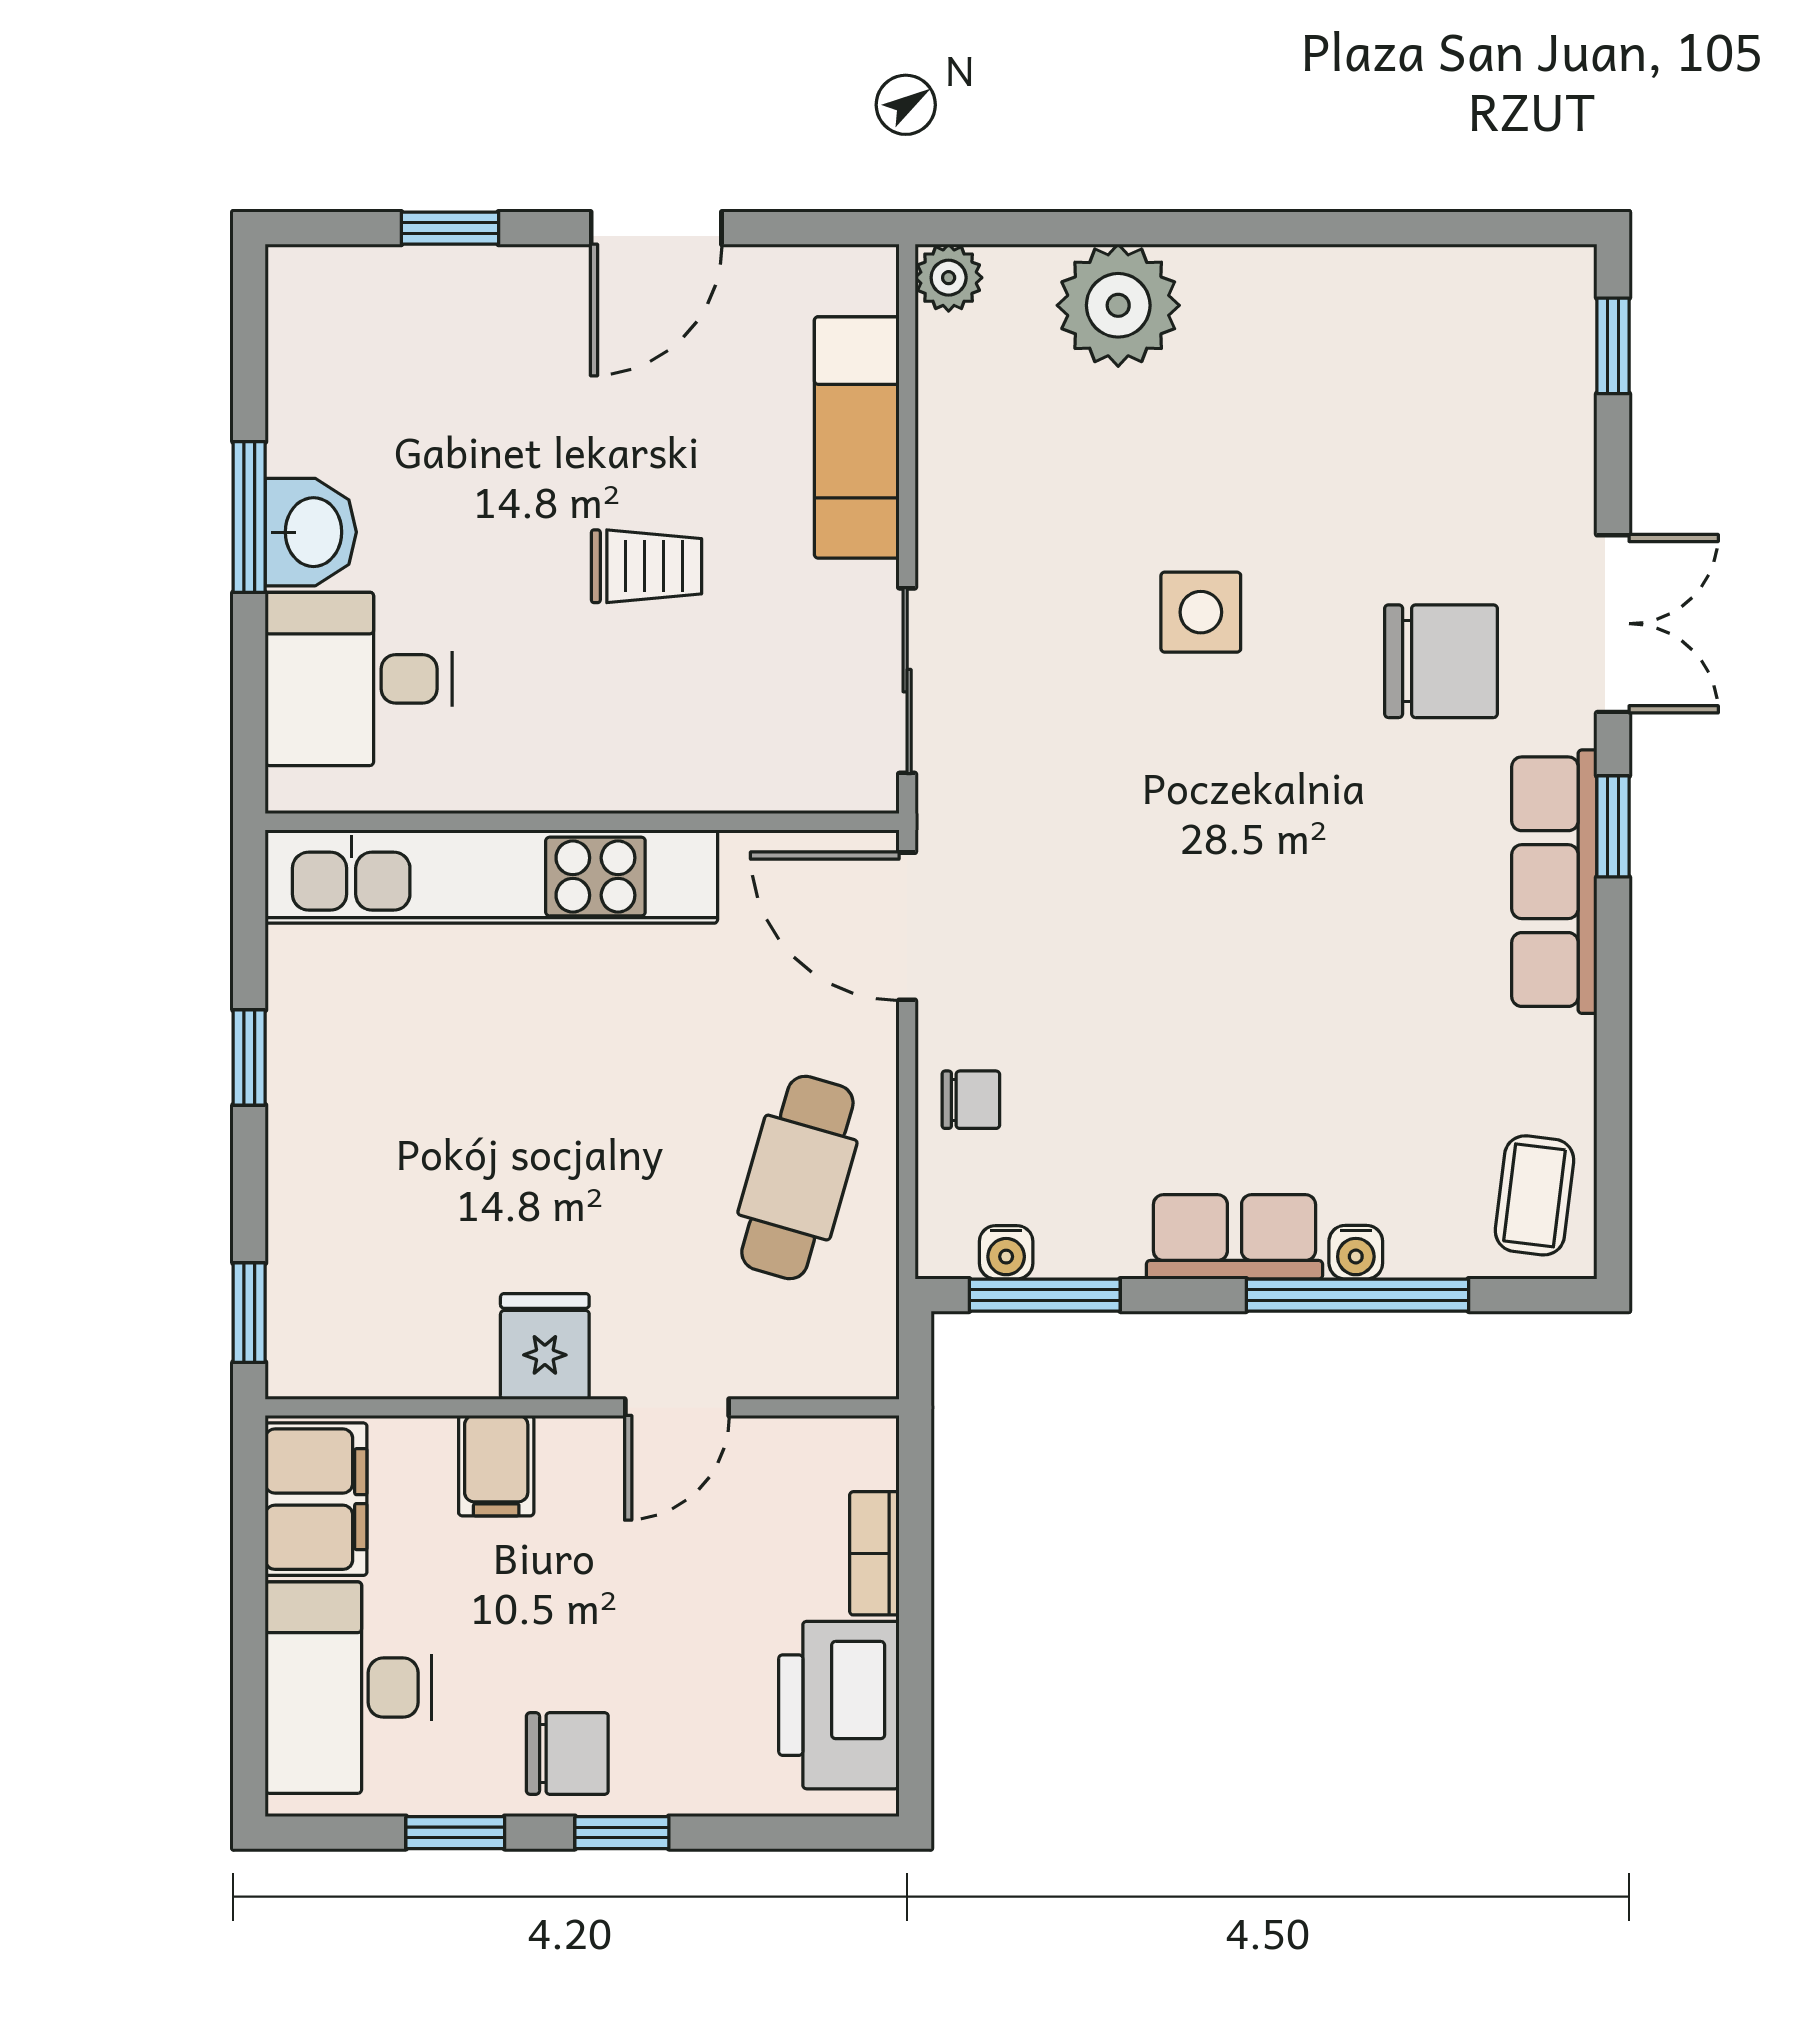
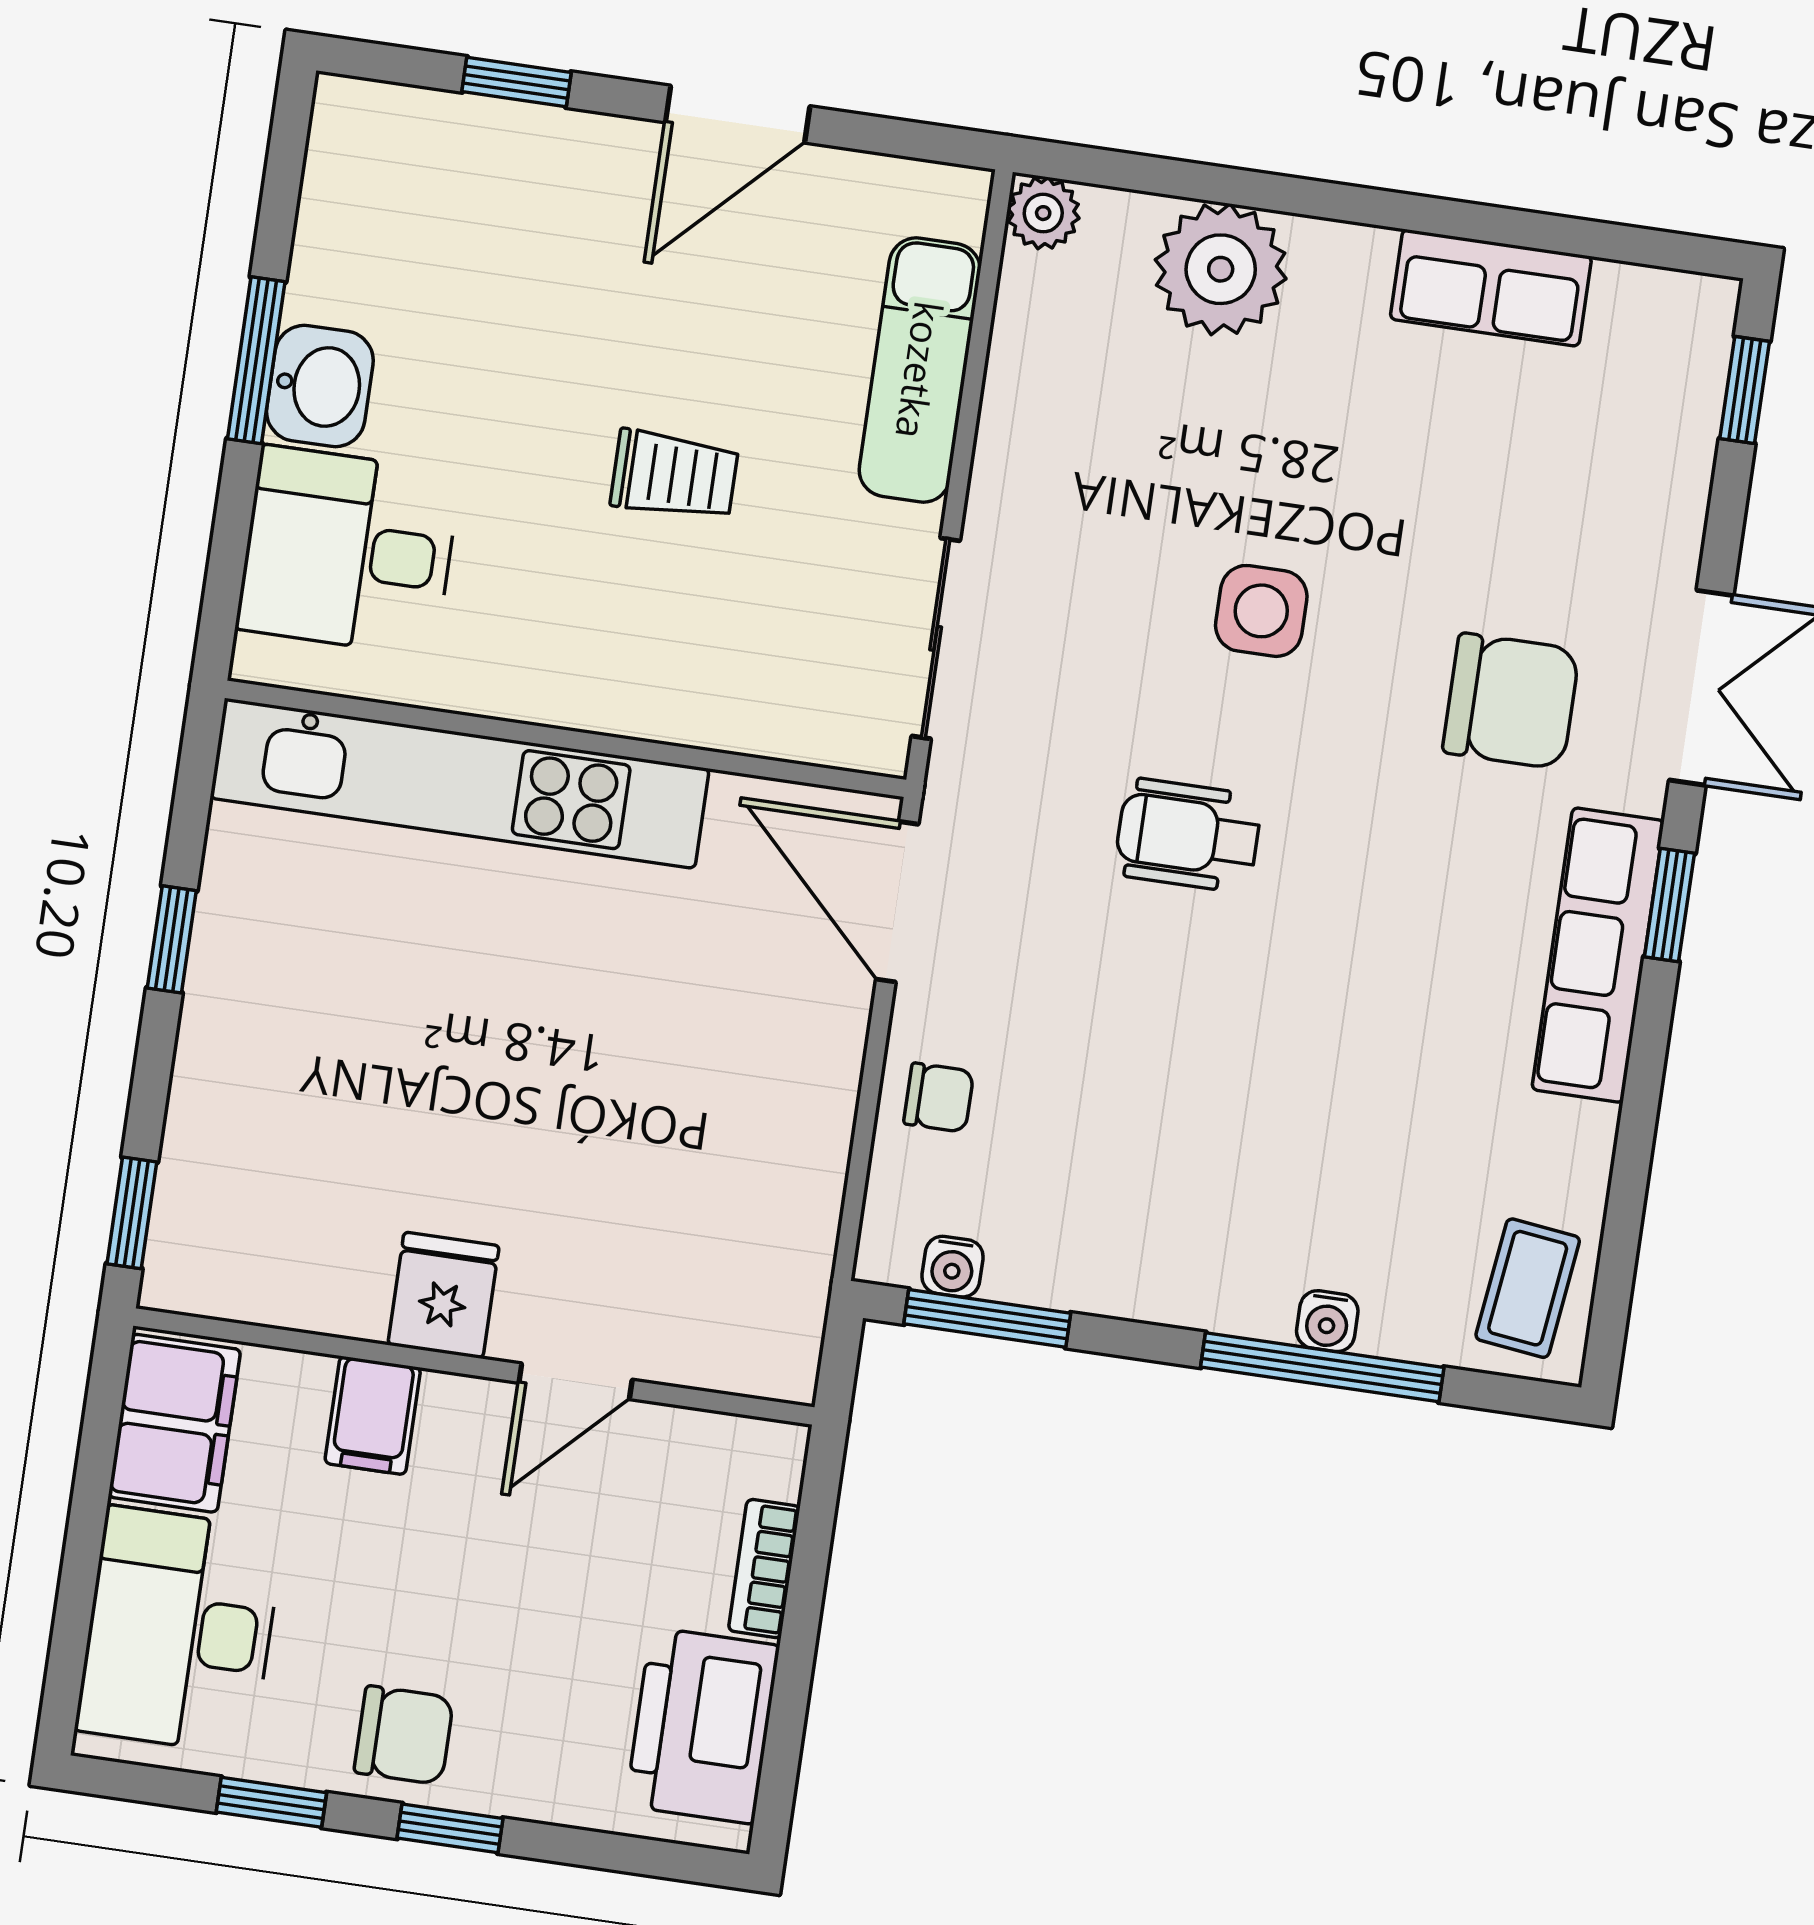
wheelchair: (1164, 827) -> (1188, 835), added
cafe table: (797, 1178) -> (741, 1154), removed
row of seats: (1234, 1237) -> (1491, 288), moved, turned 180

